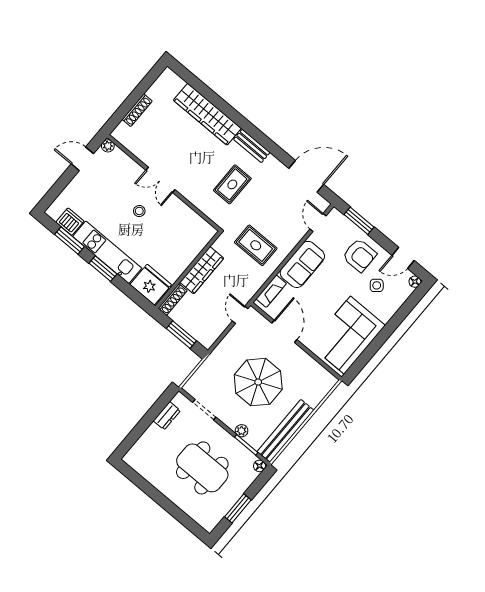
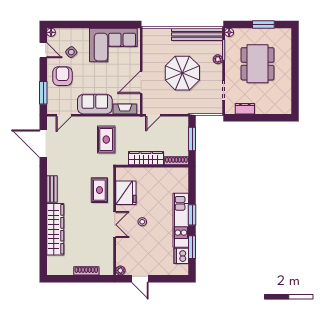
rug: (232, 184) -> (99, 190), moved, turned 90
fridge: (151, 285) -> (126, 193), moved, turned 180

